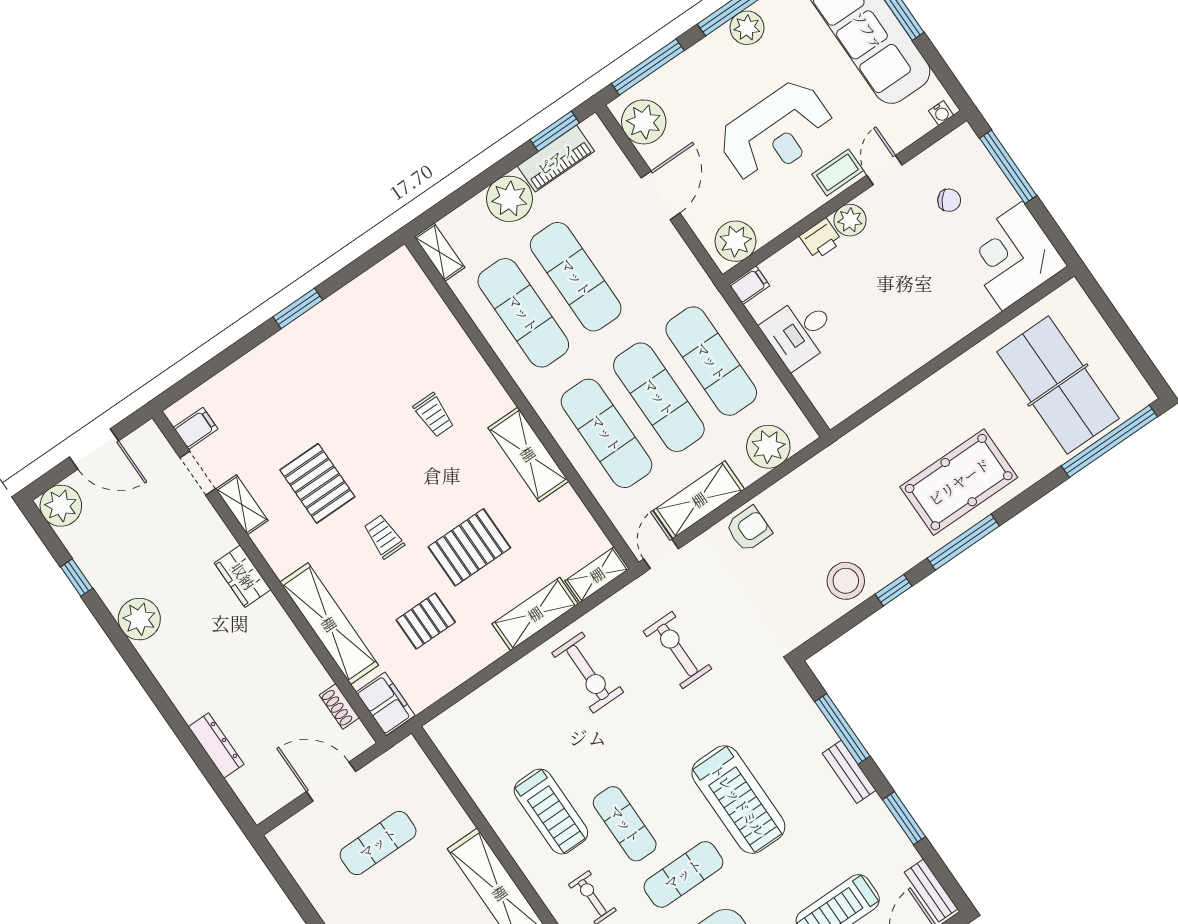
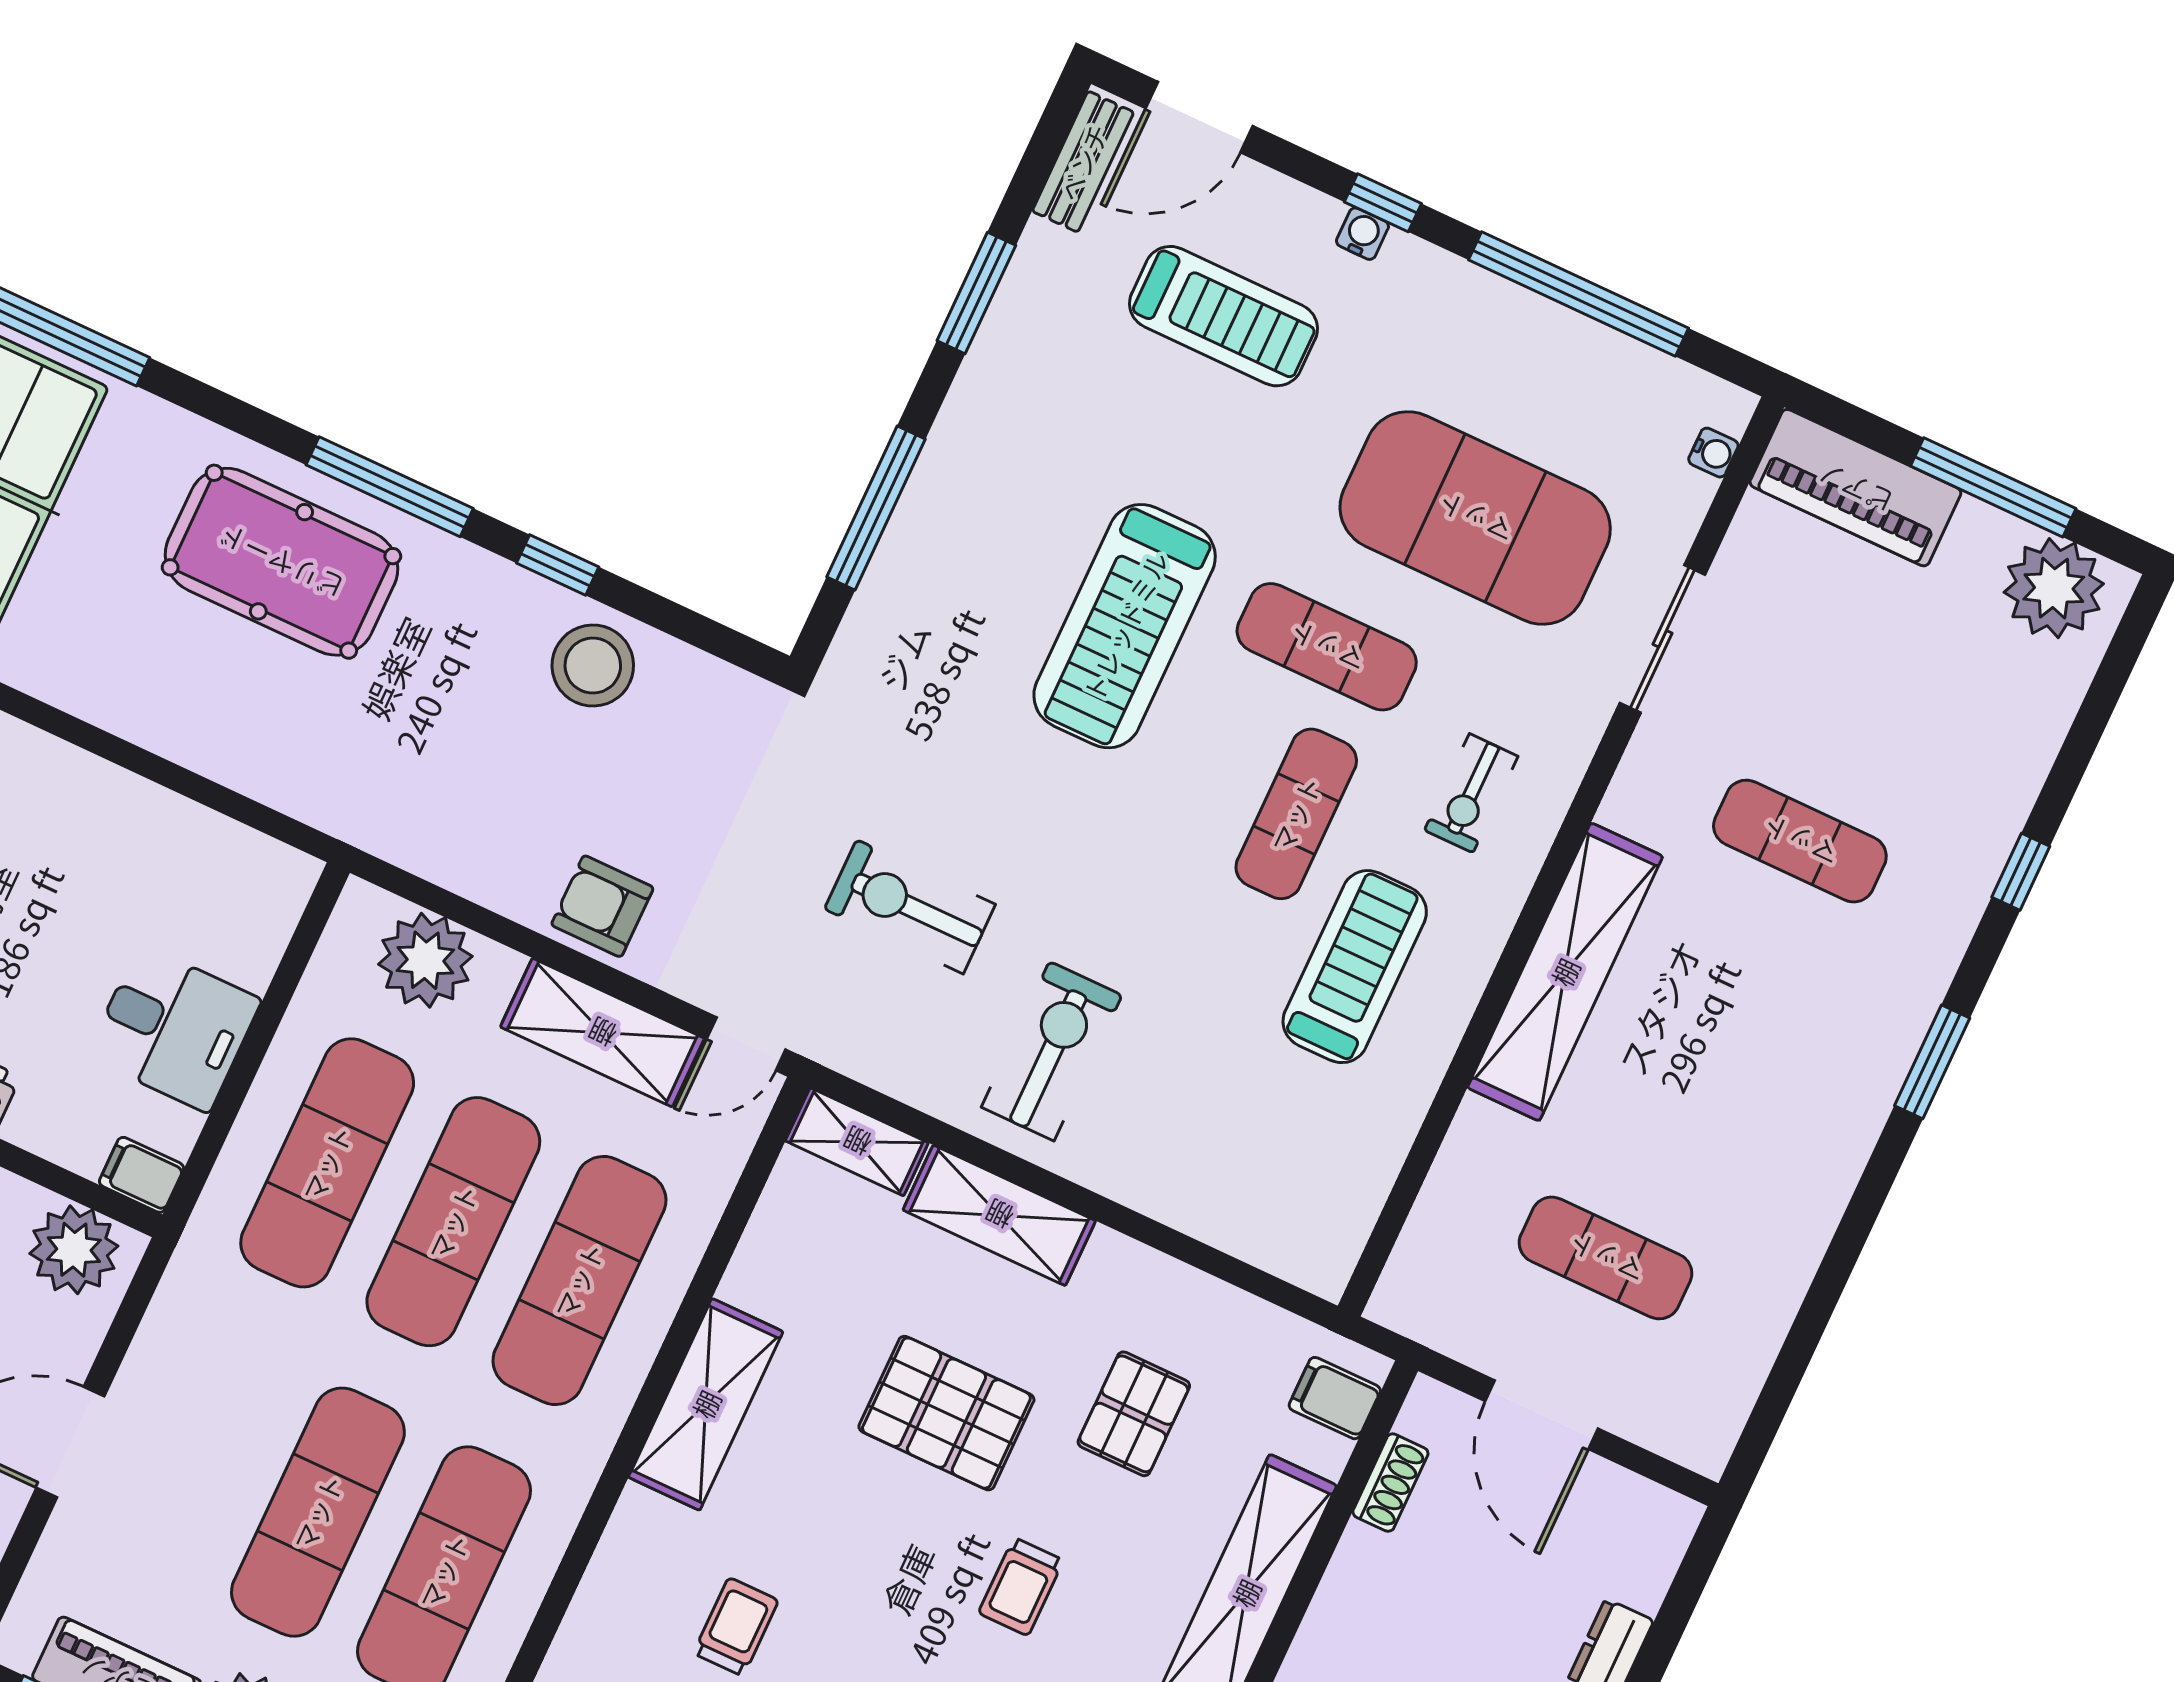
pallet: (426, 621) -> (1134, 1414), turned 90
exercise bike: (677, 650) -> (910, 907), turned 90
filing cabinet: (385, 704) -> (1335, 1398), width x0.50
bench: (849, 772) -> (950, 448), removed
treadmill: (738, 800) -> (1125, 626), turned 180

